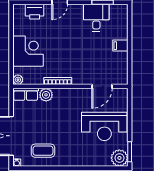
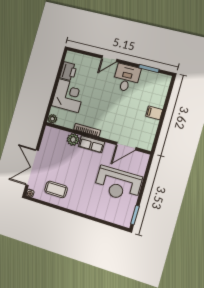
printer: (35, 12) -> (68, 71), moved, turned -90
desk: (96, 18) -> (126, 78), moved
row of seats: (26, 94) -> (92, 144), moved
plant: (119, 158) -> (124, 218), removed

